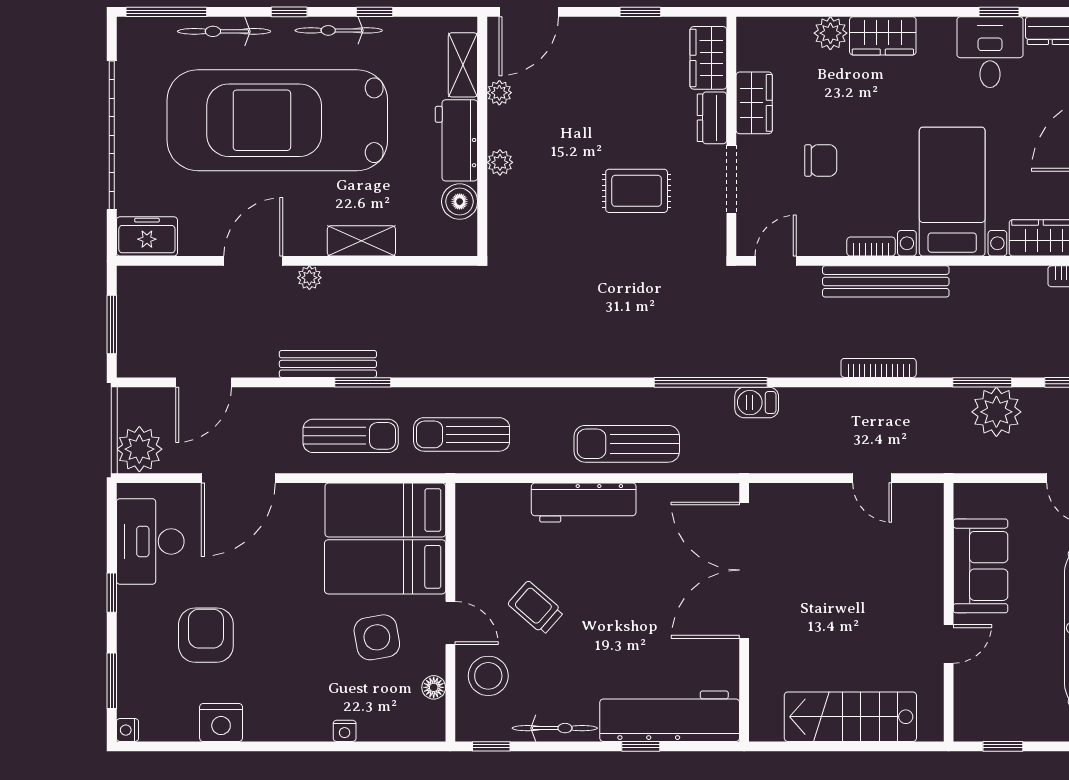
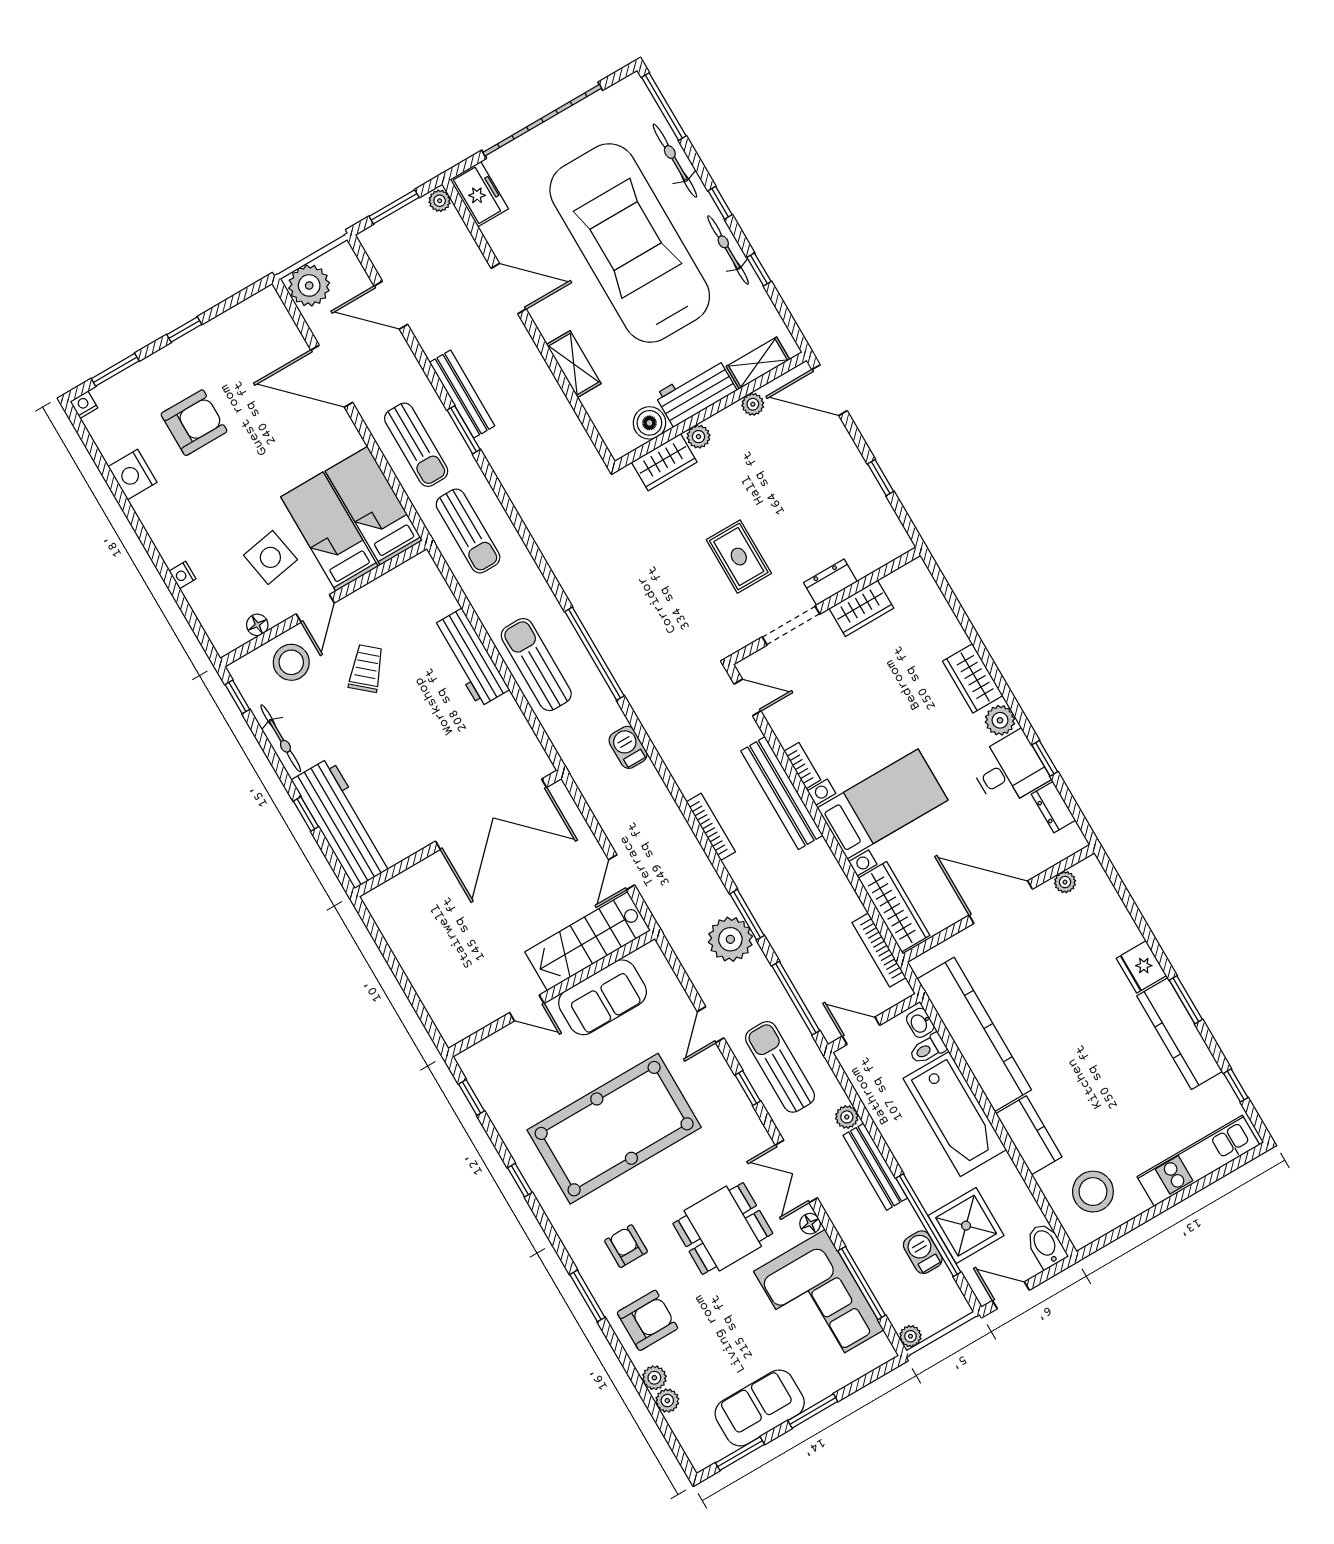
plant: (830, 33) -> (1000, 720), moved
wardrobe: (708, 58) -> (664, 462), moved, turned 180
chair: (821, 161) -> (847, 687), removed
plant: (309, 278) -> (440, 201), moved
window: (711, 382) -> (595, 654), moved
sun lounger: (462, 434) -> (468, 531), turned 180
desk: (150, 541) -> (242, 336), removed
double door: (744, 570) -> (491, 814), swing flipped
stairs: (850, 717) -> (588, 941), moved, turned -90

